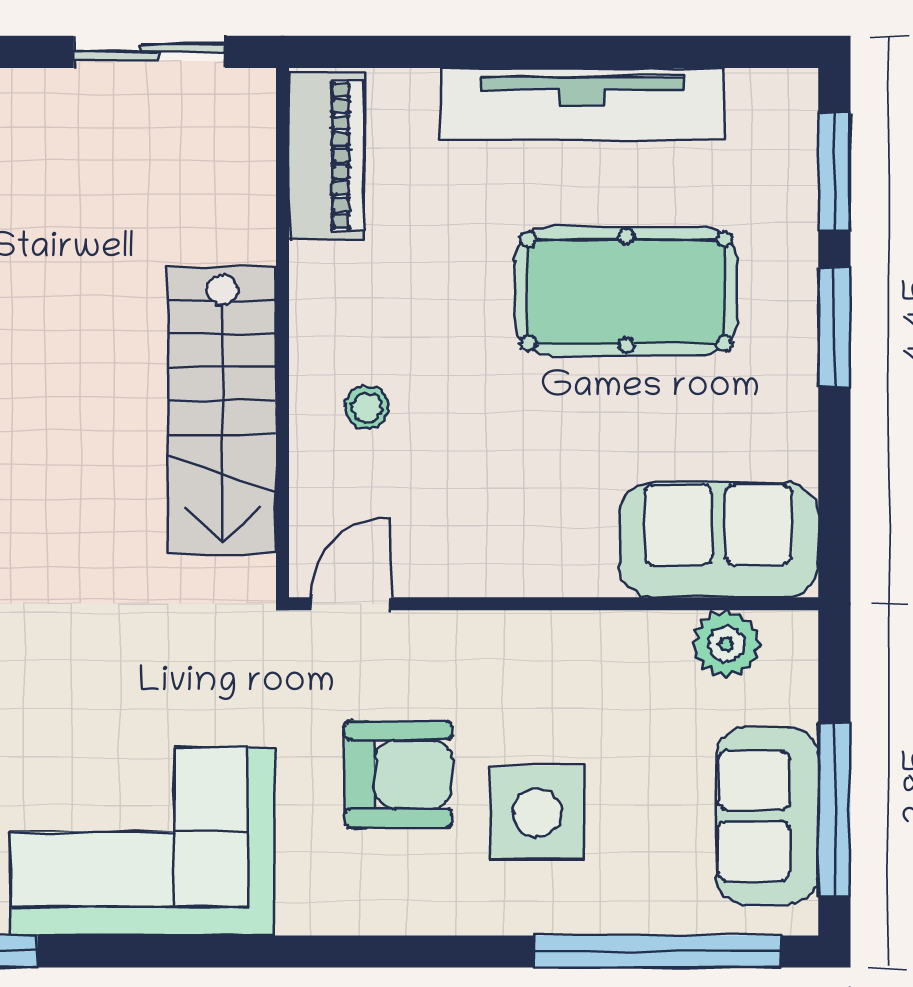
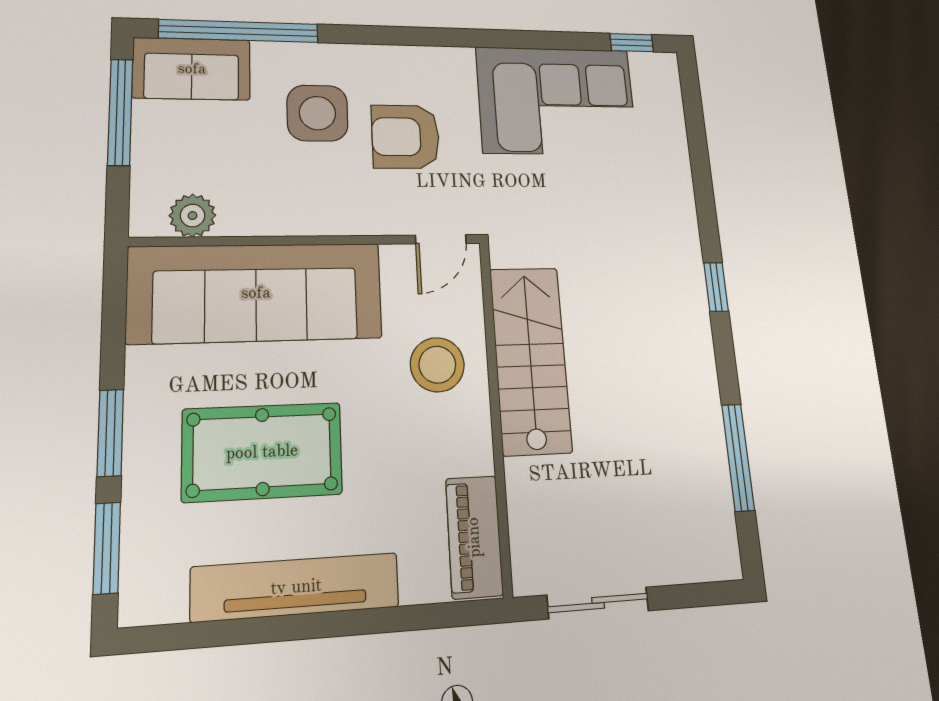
stool: (367, 408) -> (437, 365), width x1.89, depth x1.89
sofa: (719, 540) -> (256, 293), width x1.85, depth x1.27
sofa: (767, 816) -> (192, 69), moved, turned 90

